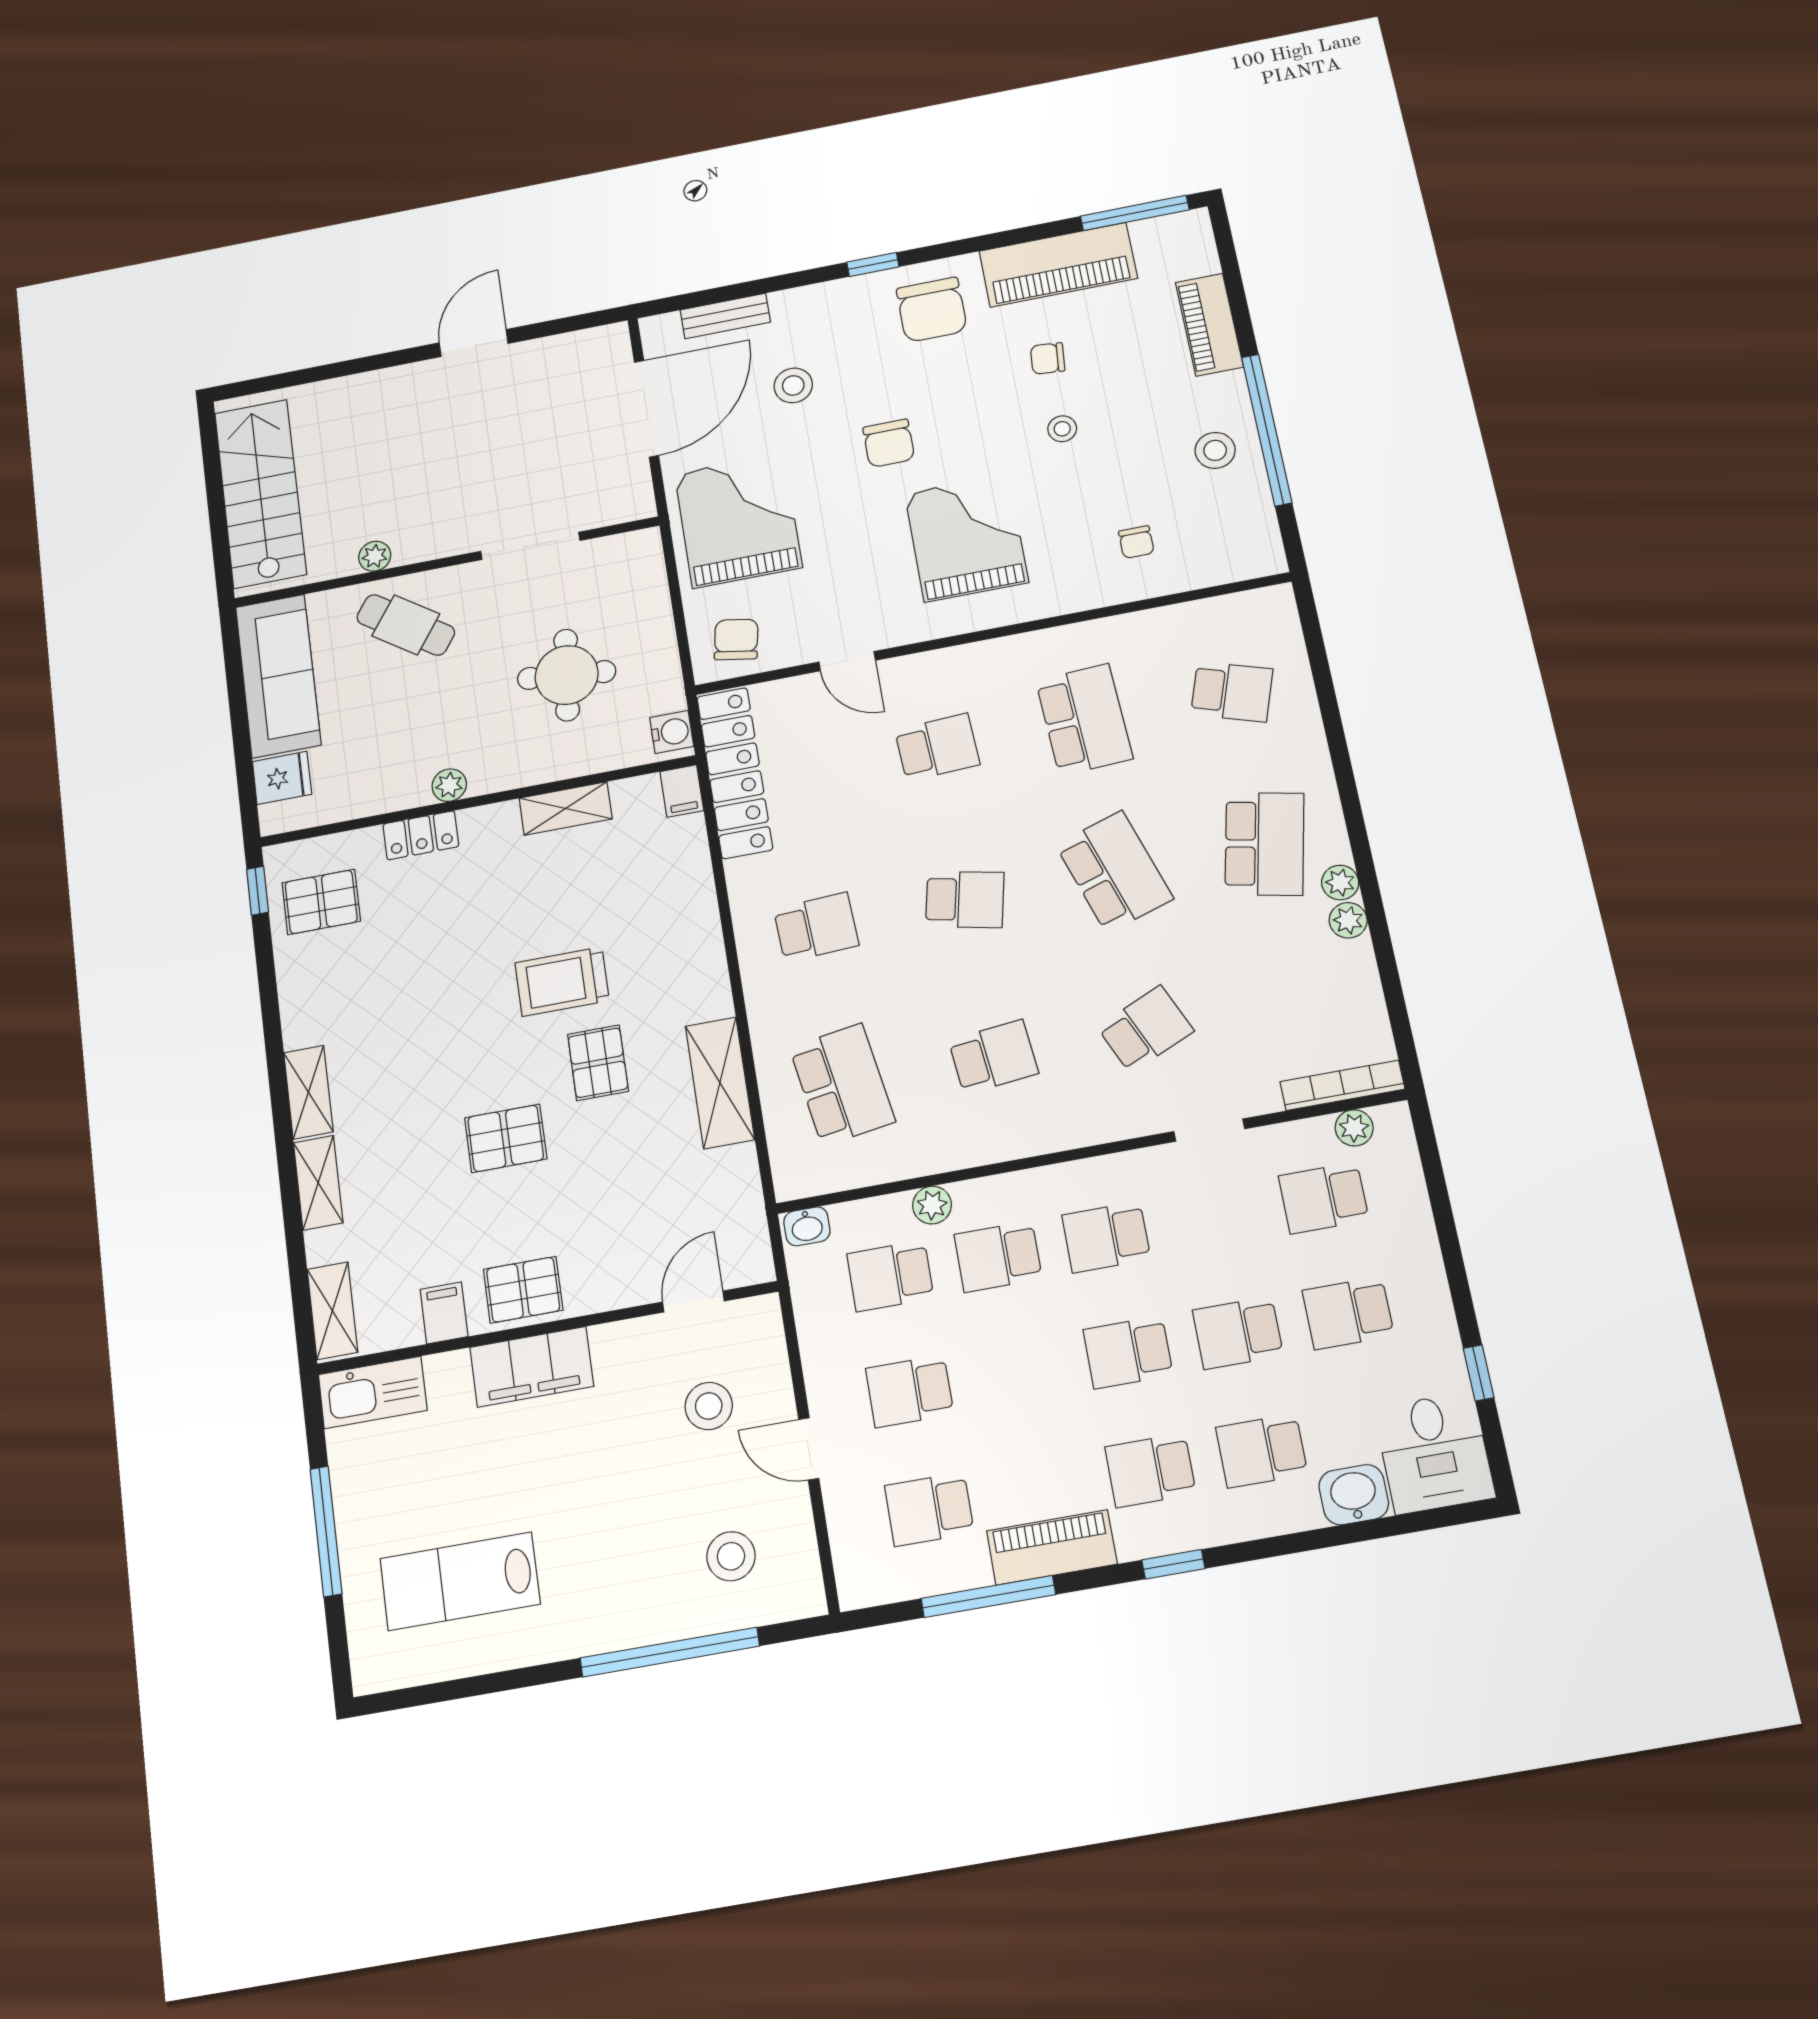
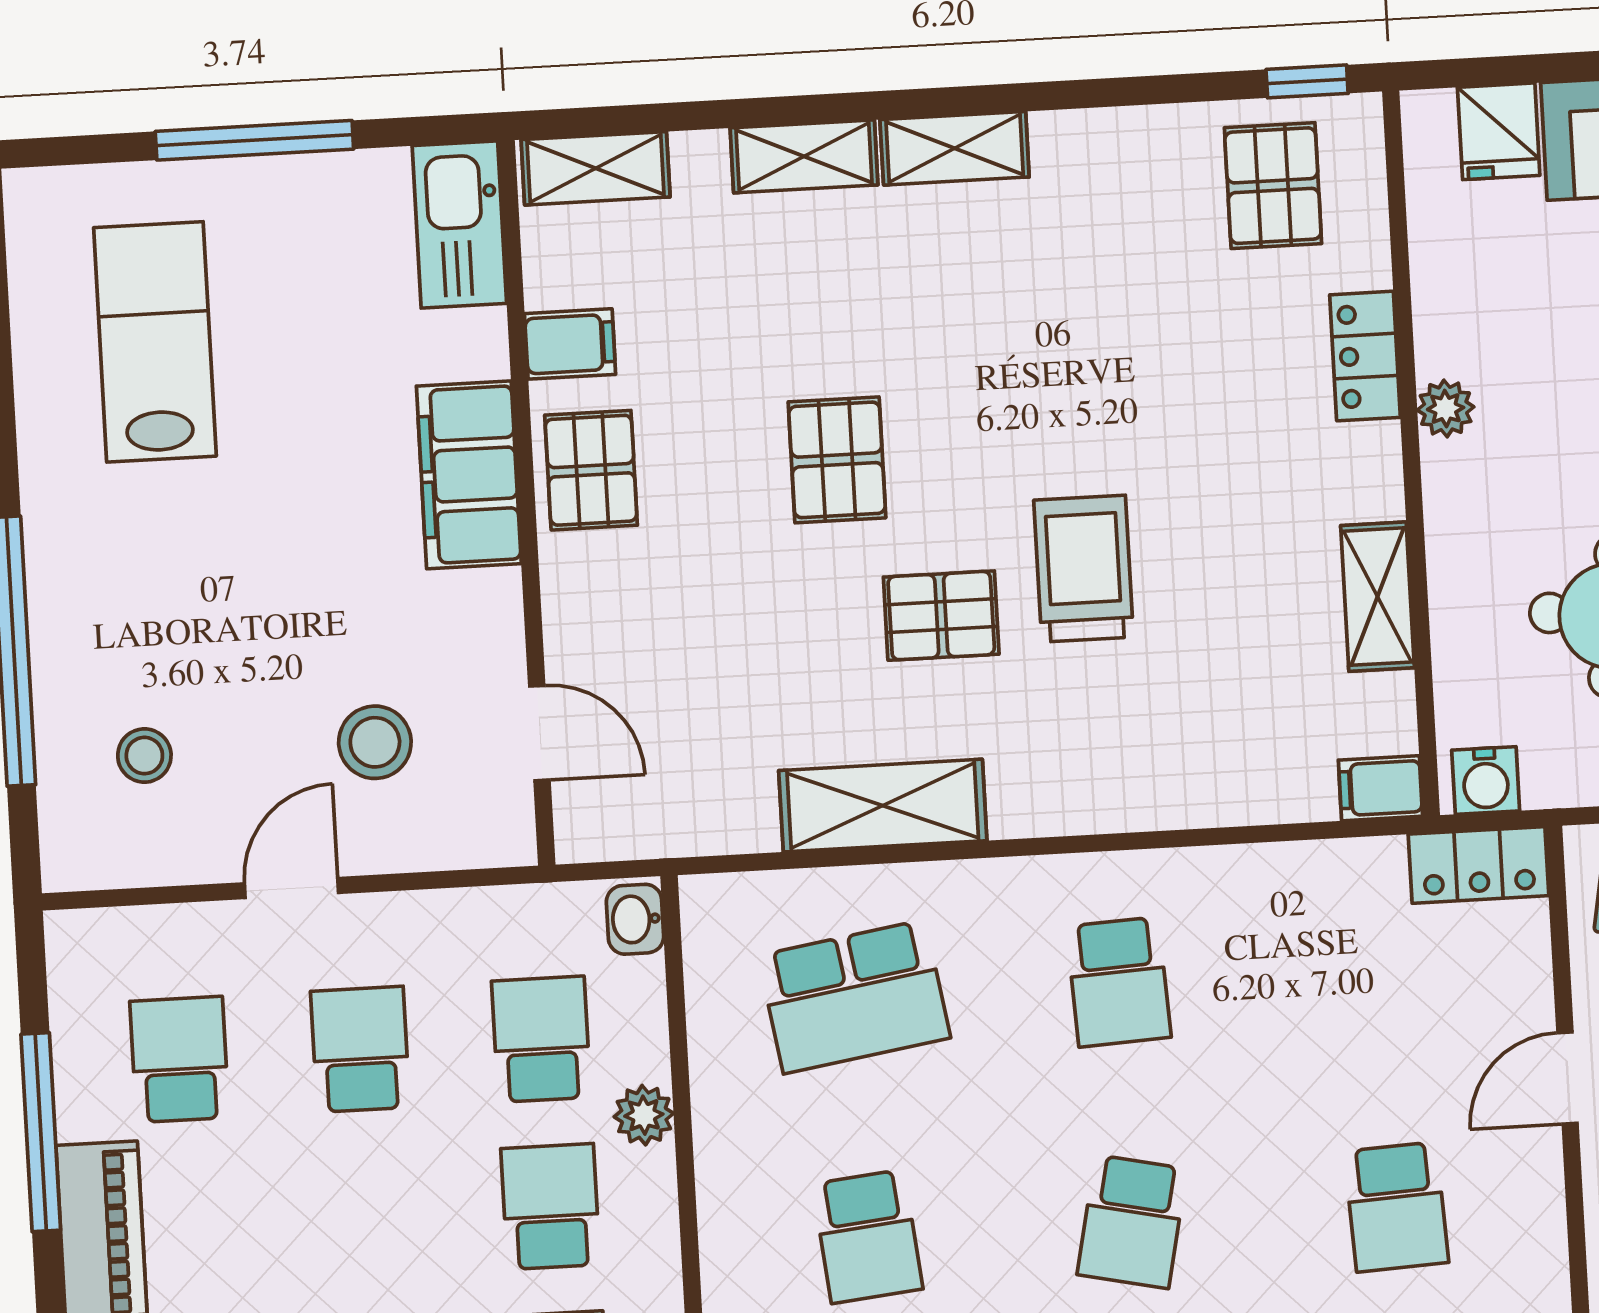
locker: (735, 773) -> (1479, 865), width x0.46, depth x0.83
stool: (731, 1556) -> (144, 756), width x0.73, depth x0.73

